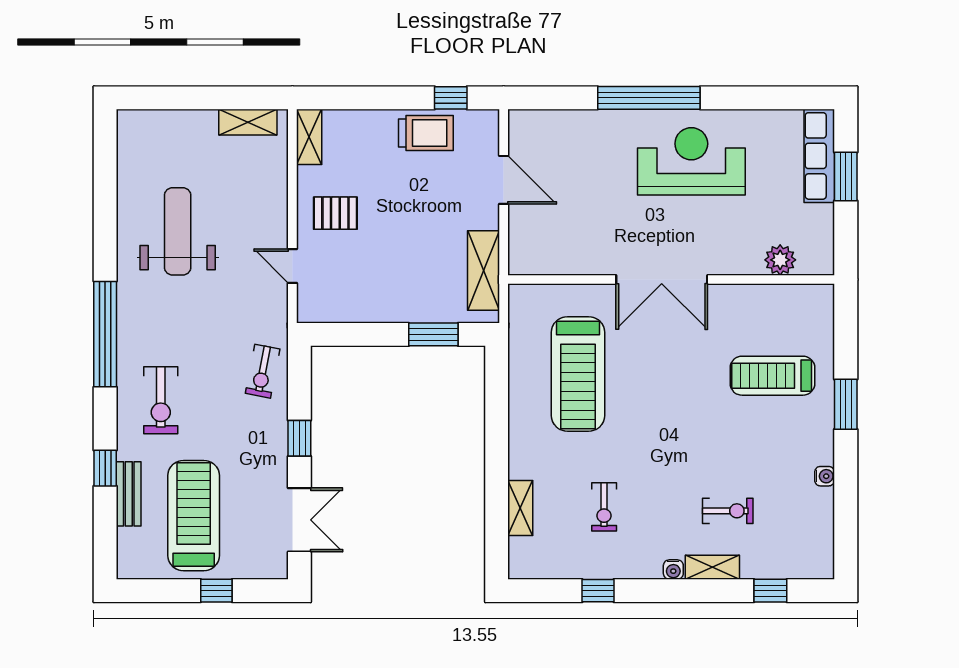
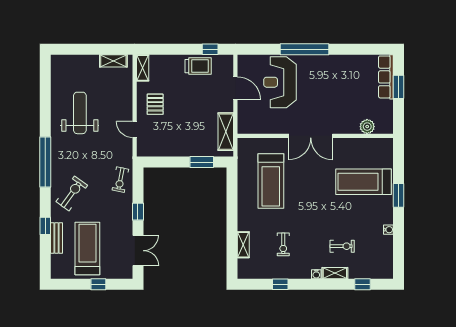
reception desk: (691, 161) -> (280, 82), moved, turned -90
pallet: (335, 213) -> (155, 104), turned 90
treadmill: (772, 376) -> (364, 182), width x1.37, depth x1.38
exercise bike: (161, 400) -> (72, 193), turned -144

